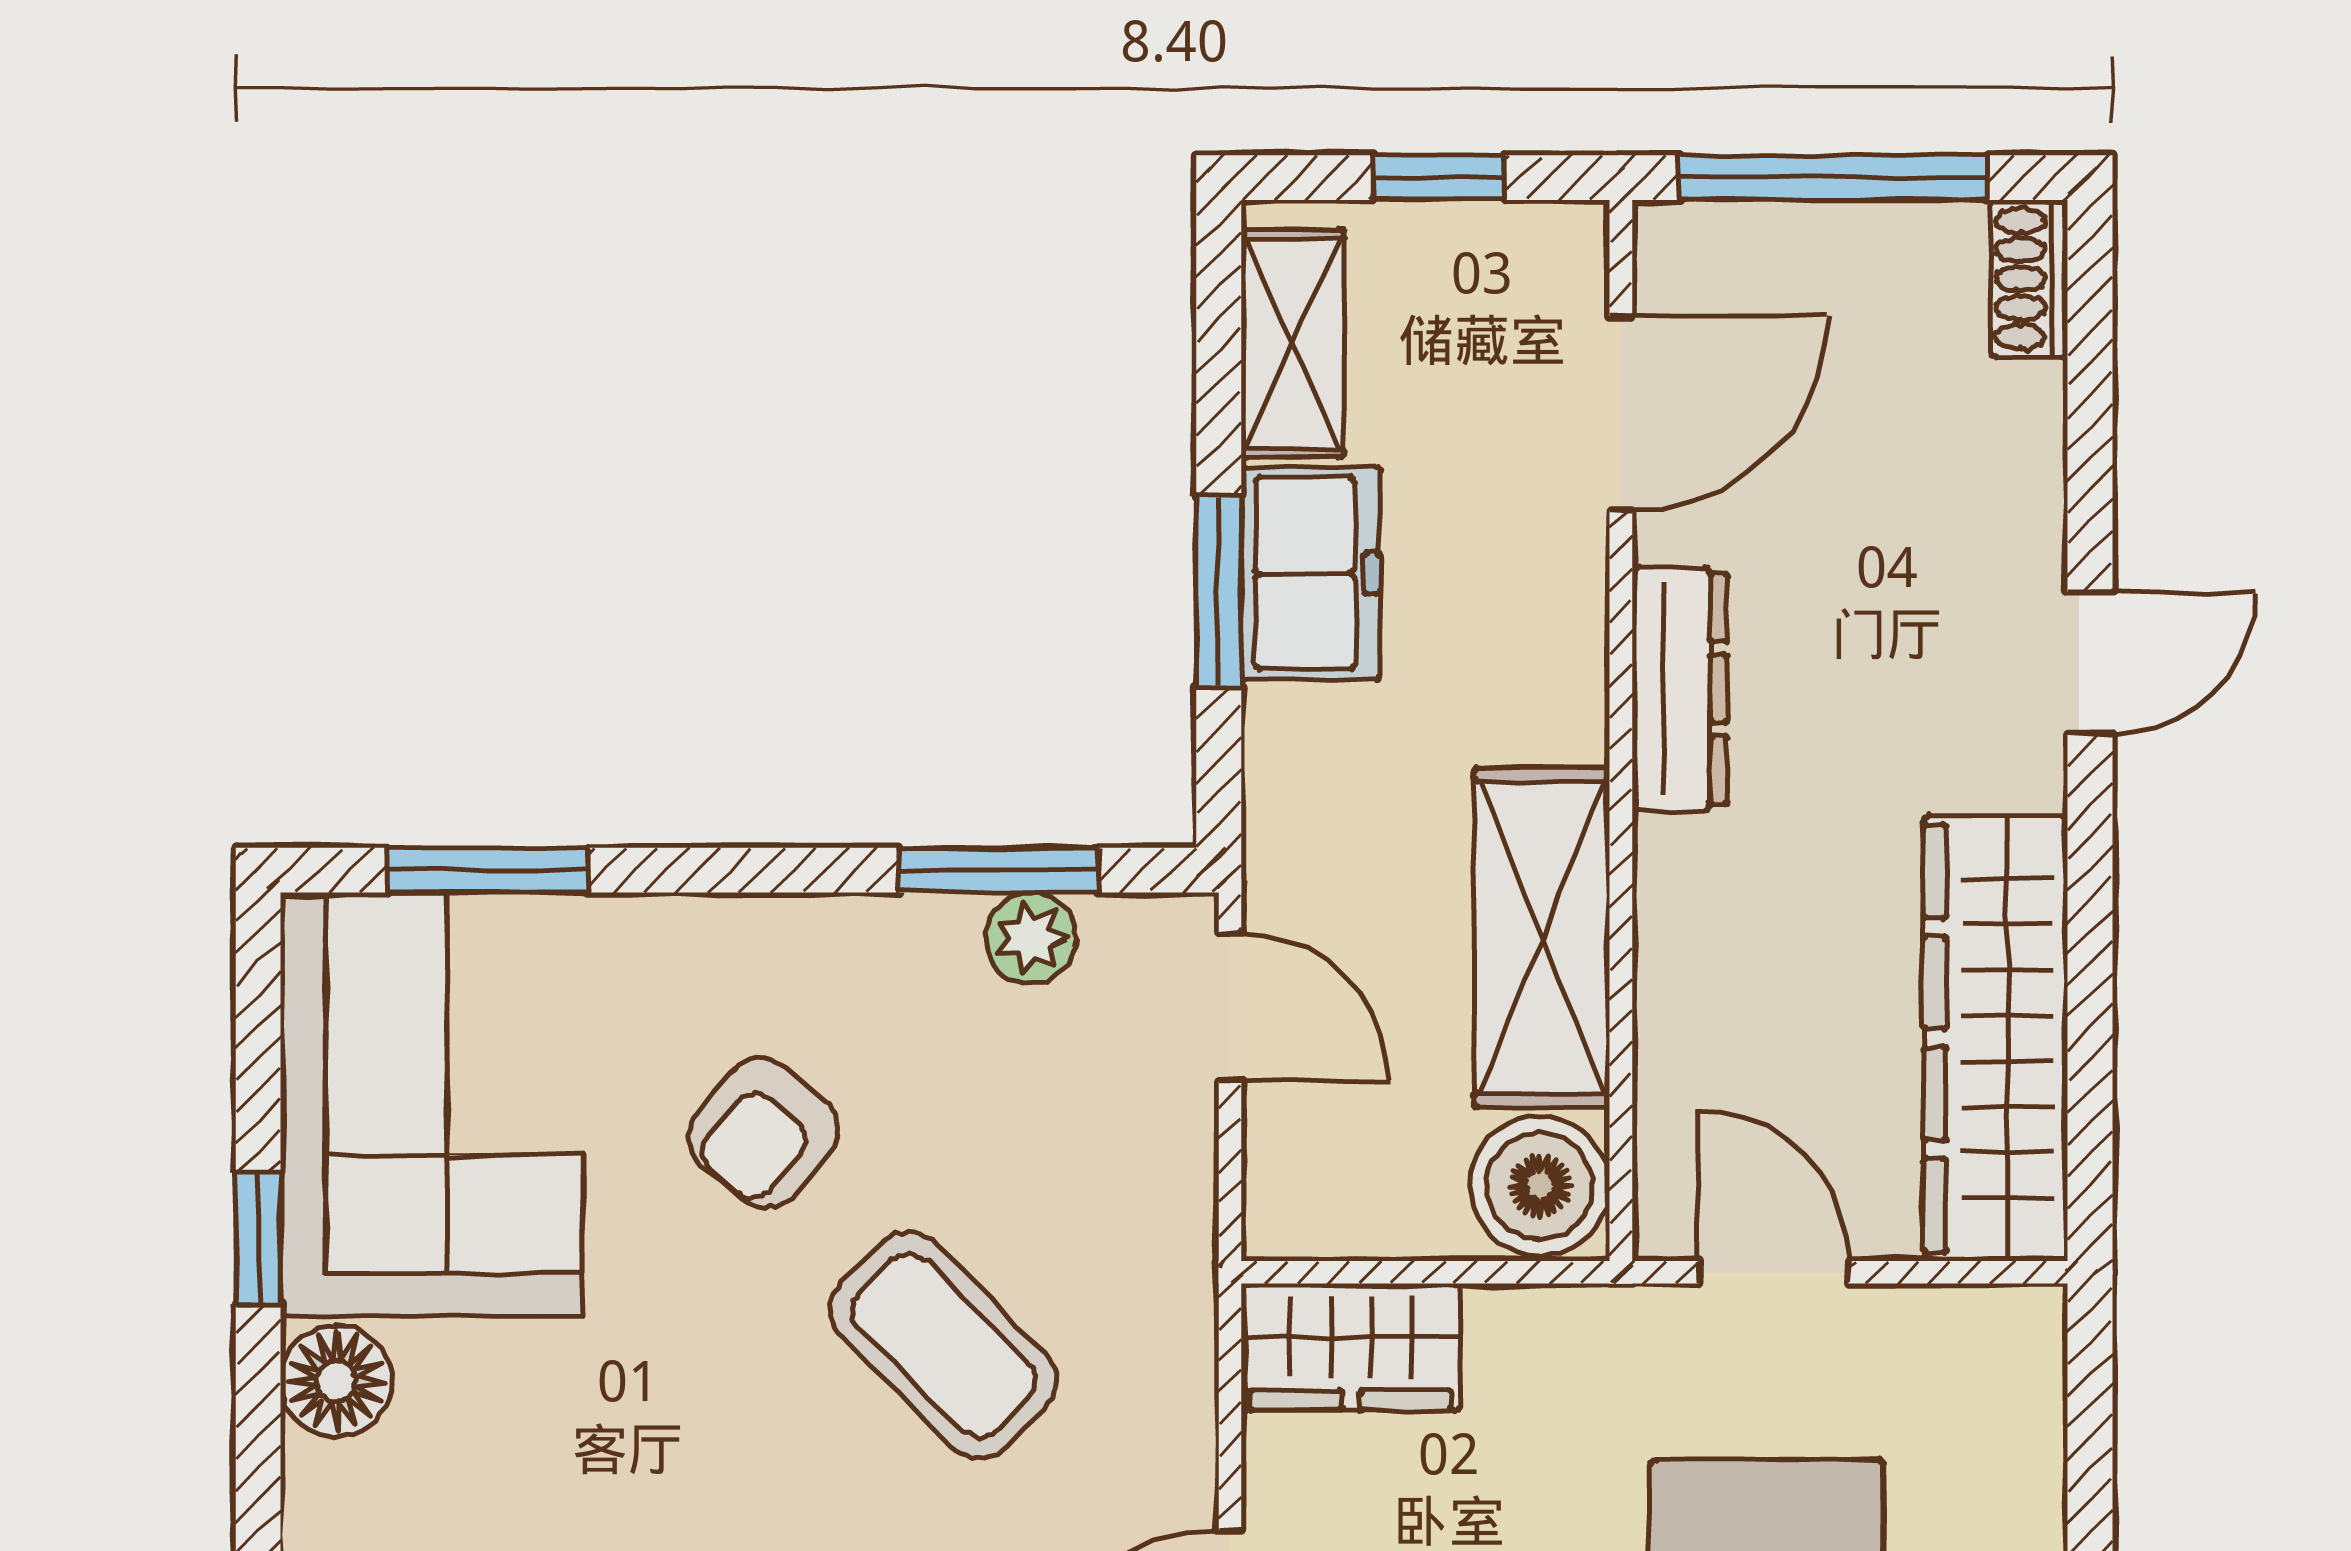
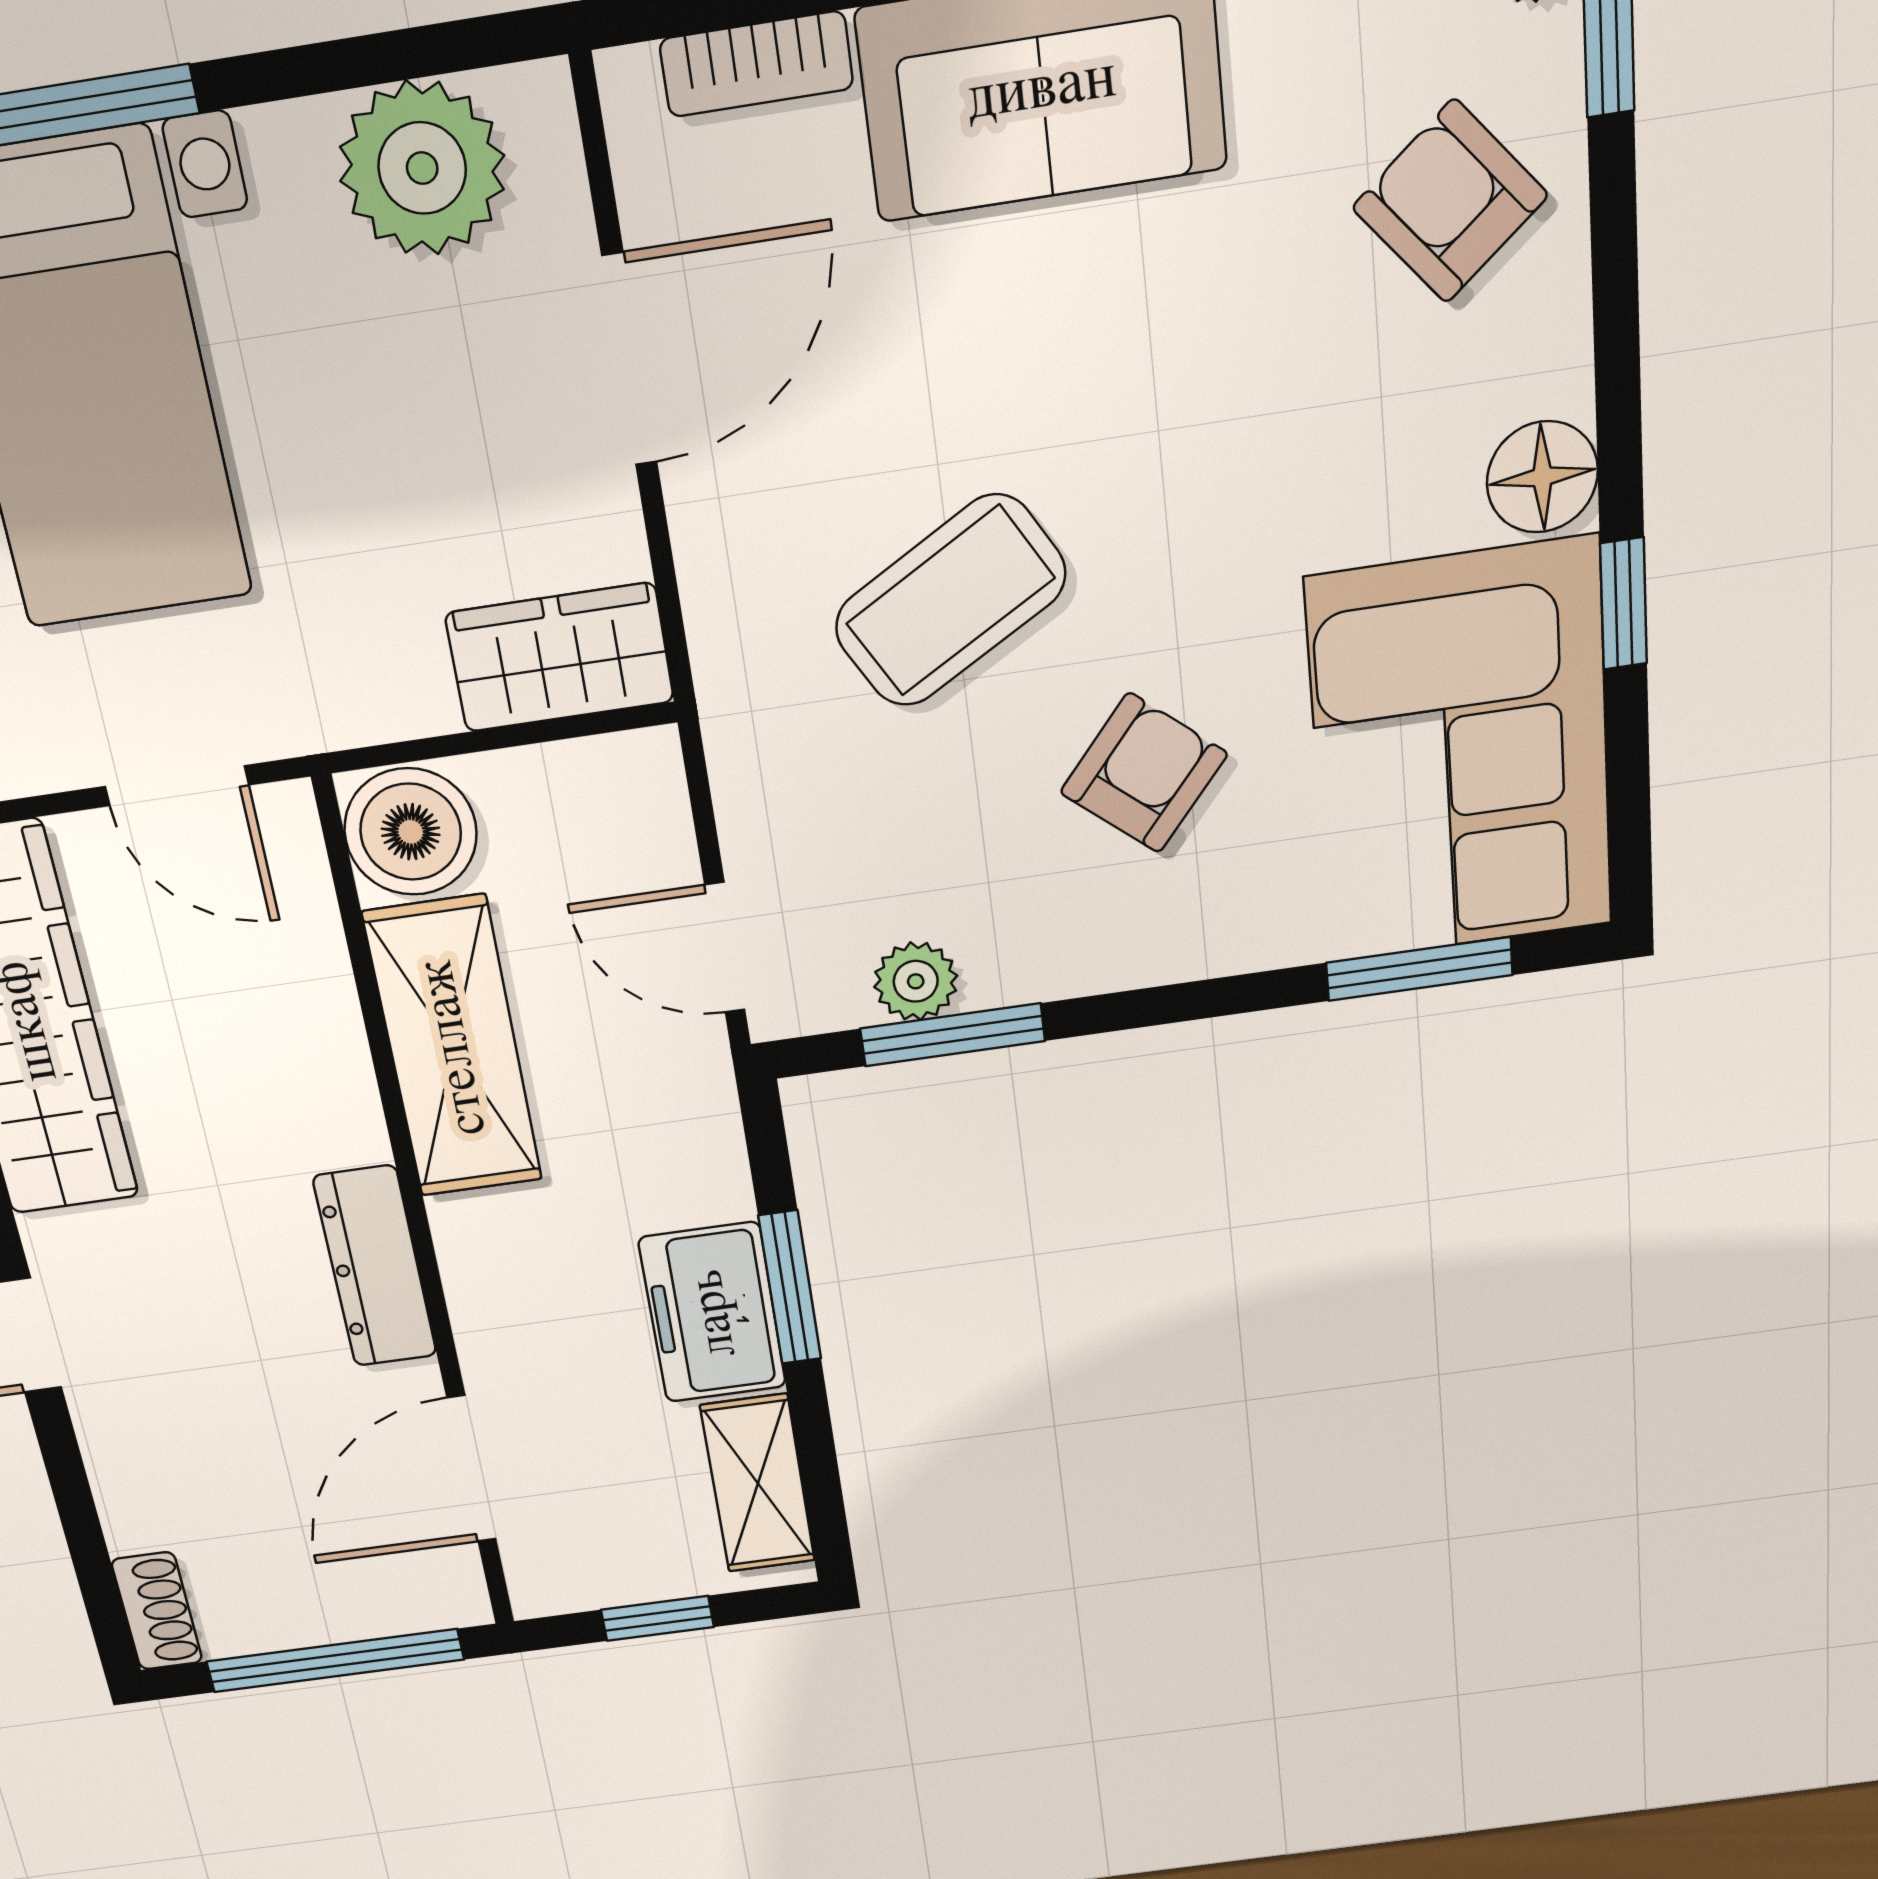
coffee table: (944, 1345) -> (950, 601), turned -75

